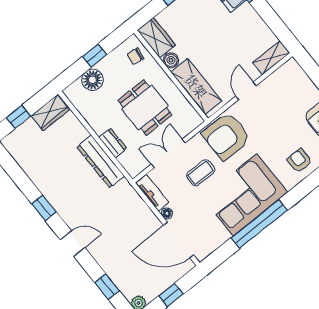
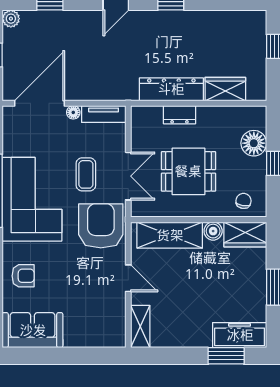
wardrobe: (50, 113) -> (225, 89), moved, turned 90
double door: (168, 153) -> (128, 176), moved

